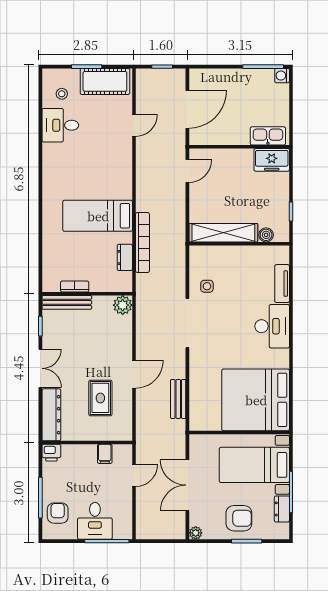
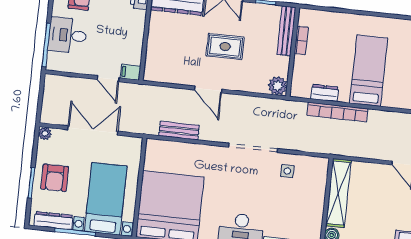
rug: (100, 398) -> (225, 47), moved
filing cabinet: (105, 454) -> (131, 72), moved
dresser: (282, 509) -> (54, 221), width x1.44

